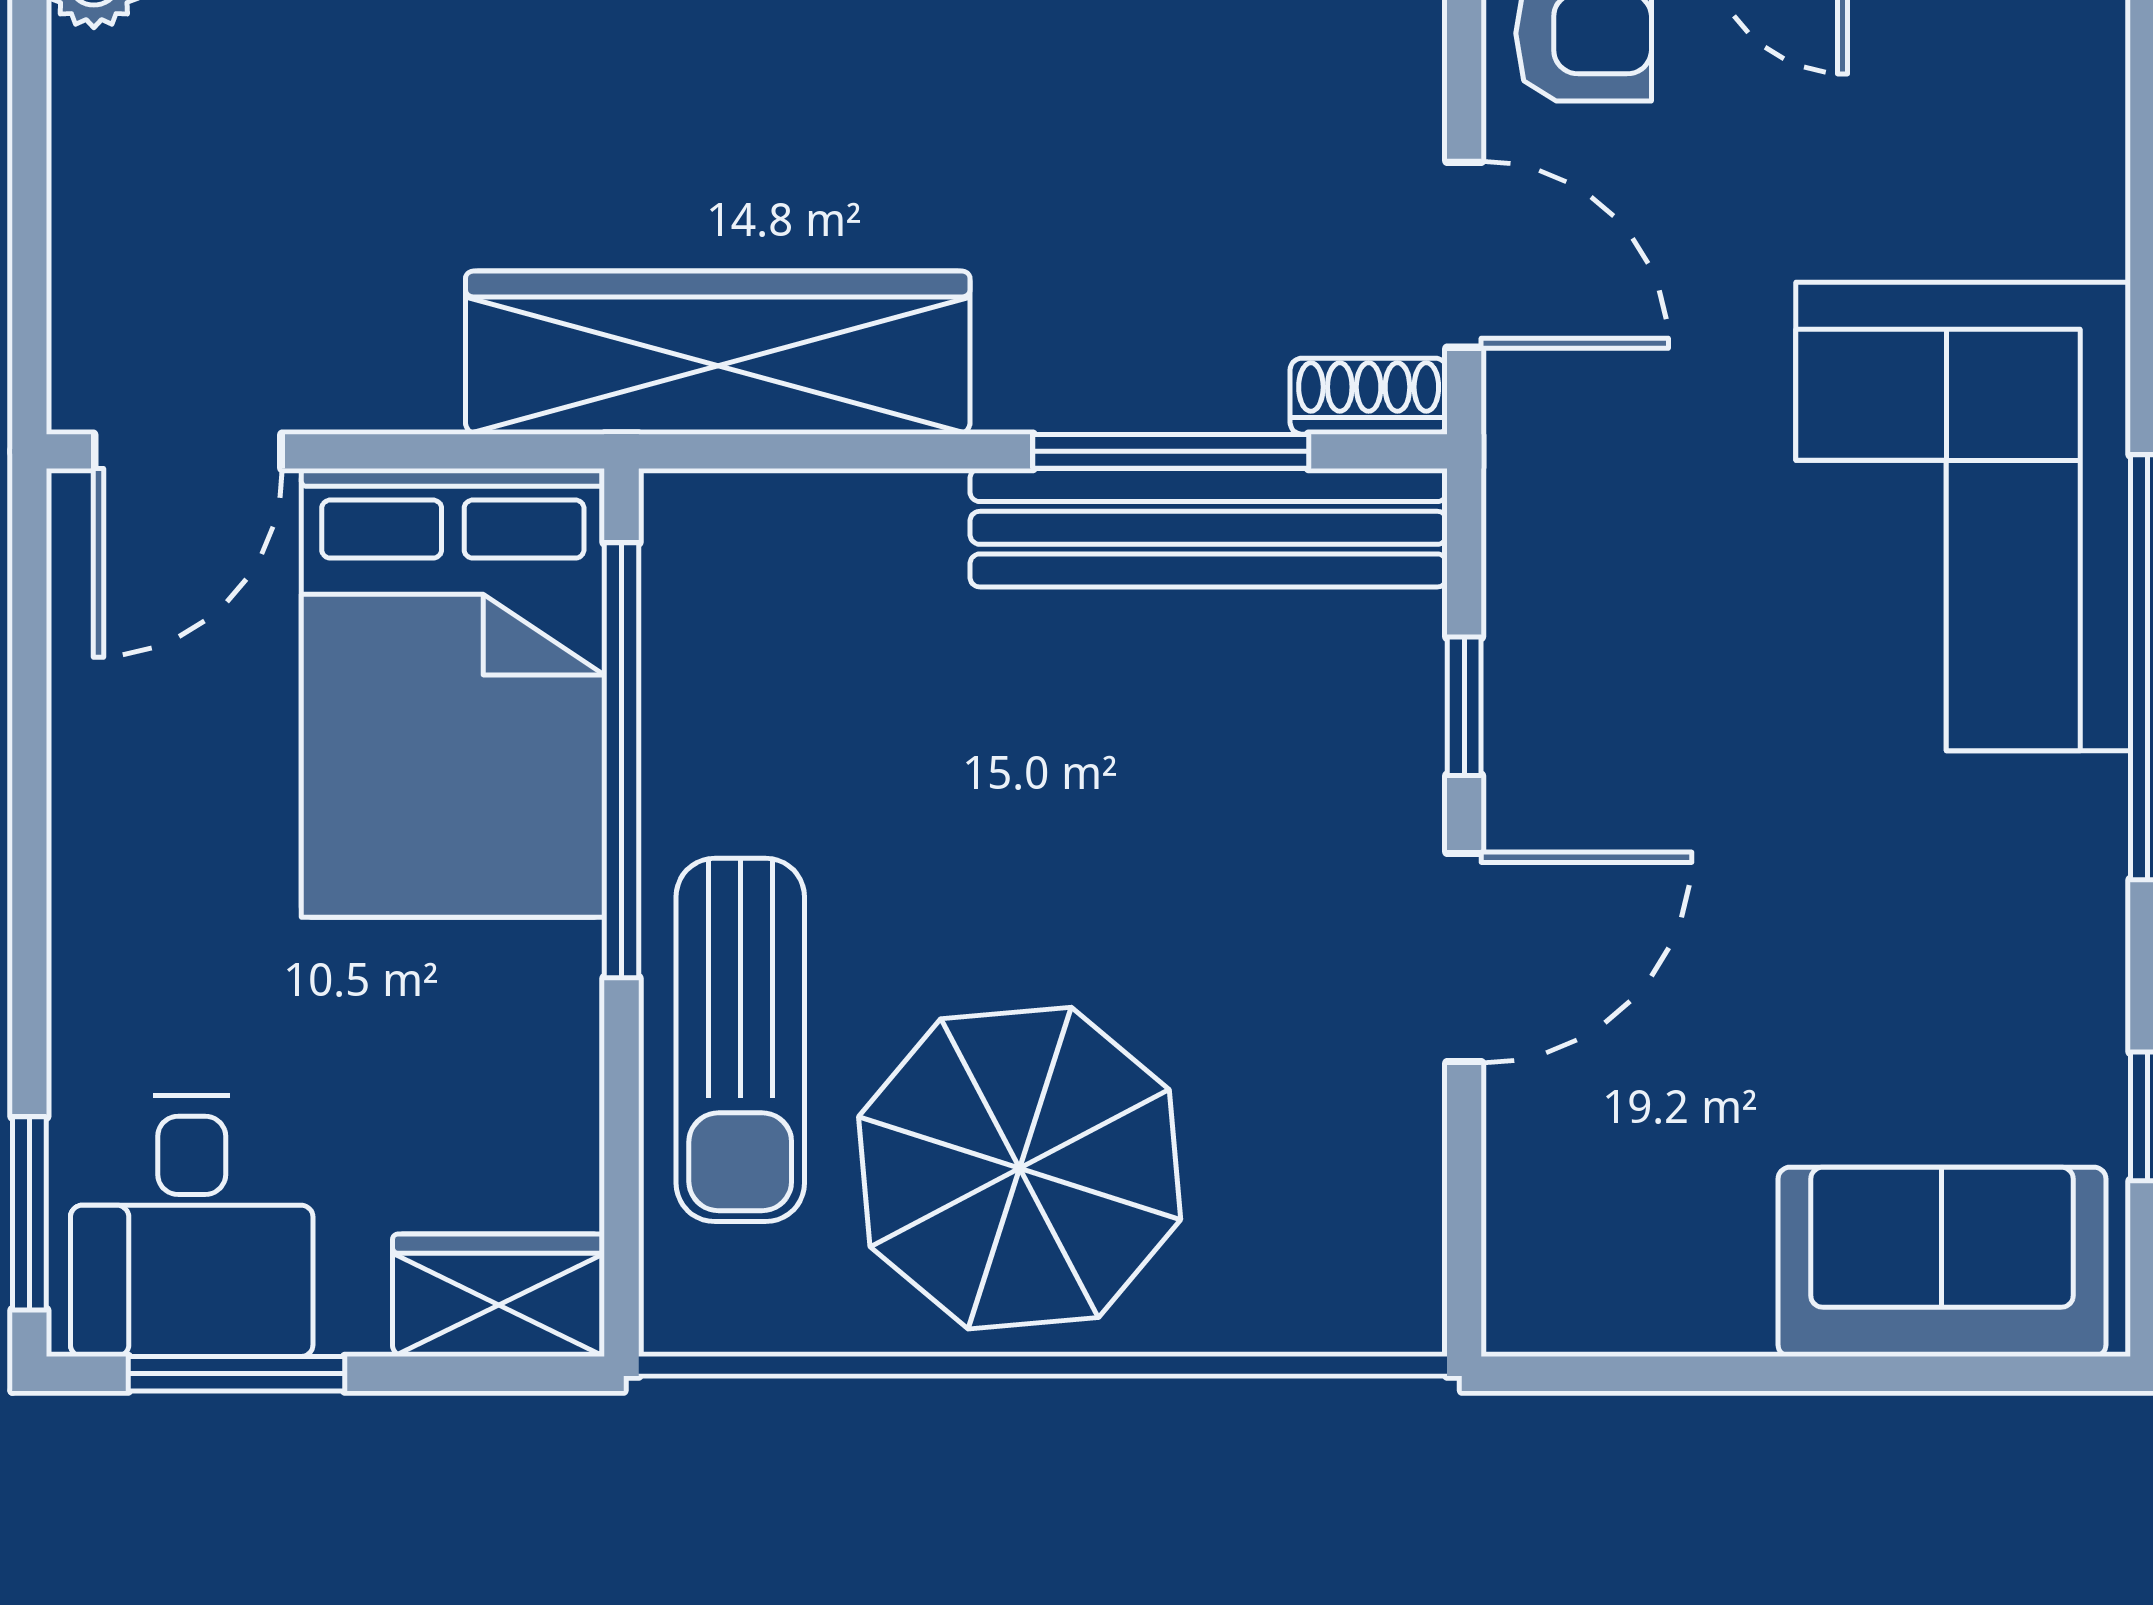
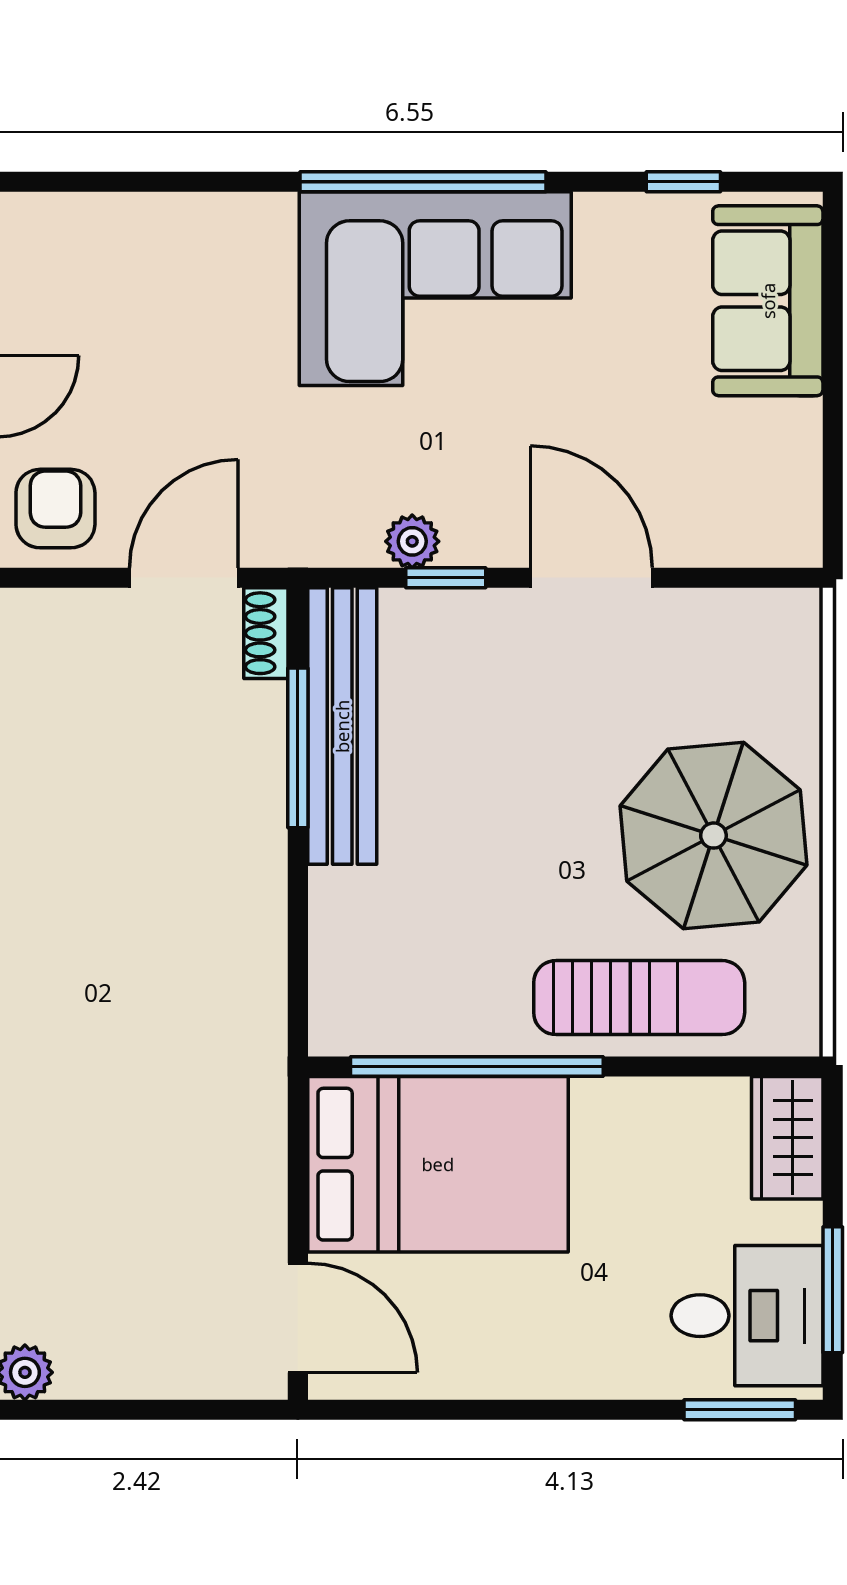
wardrobe: (718, 353) -> (241, 1011), removed
corner sofa: (1963, 516) -> (435, 289), moved
plant: (1527, 649) -> (412, 541), added

